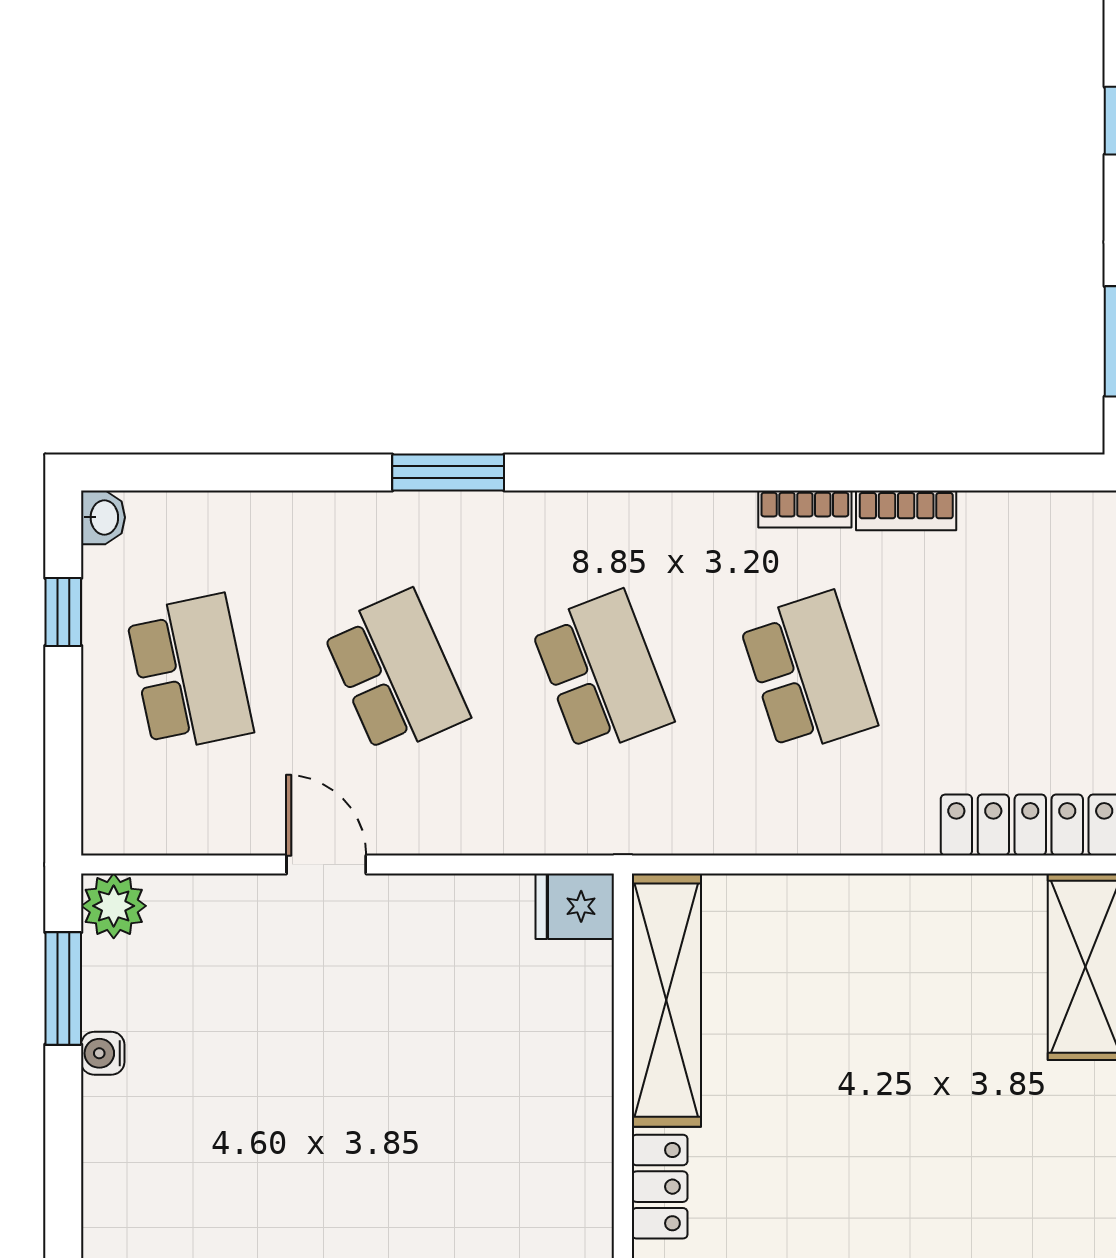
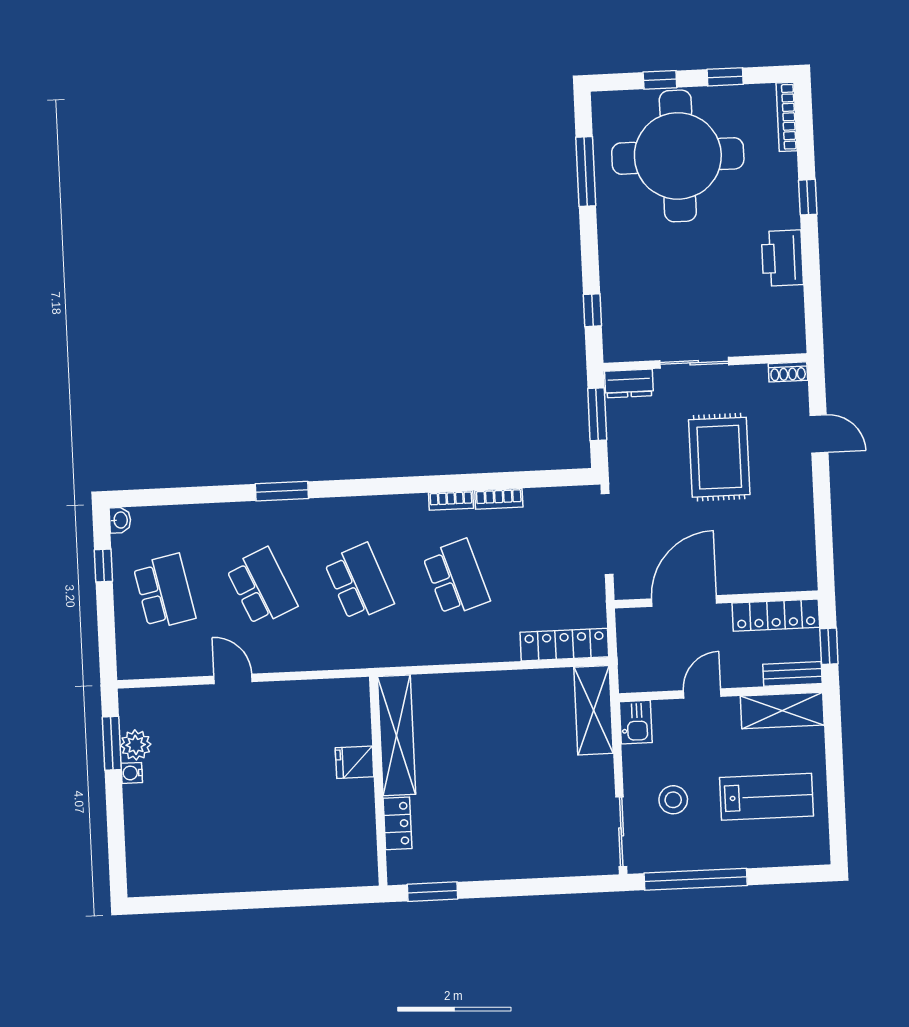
plant: (114, 906) -> (136, 745), moved
fridge: (575, 906) -> (355, 762), moved

